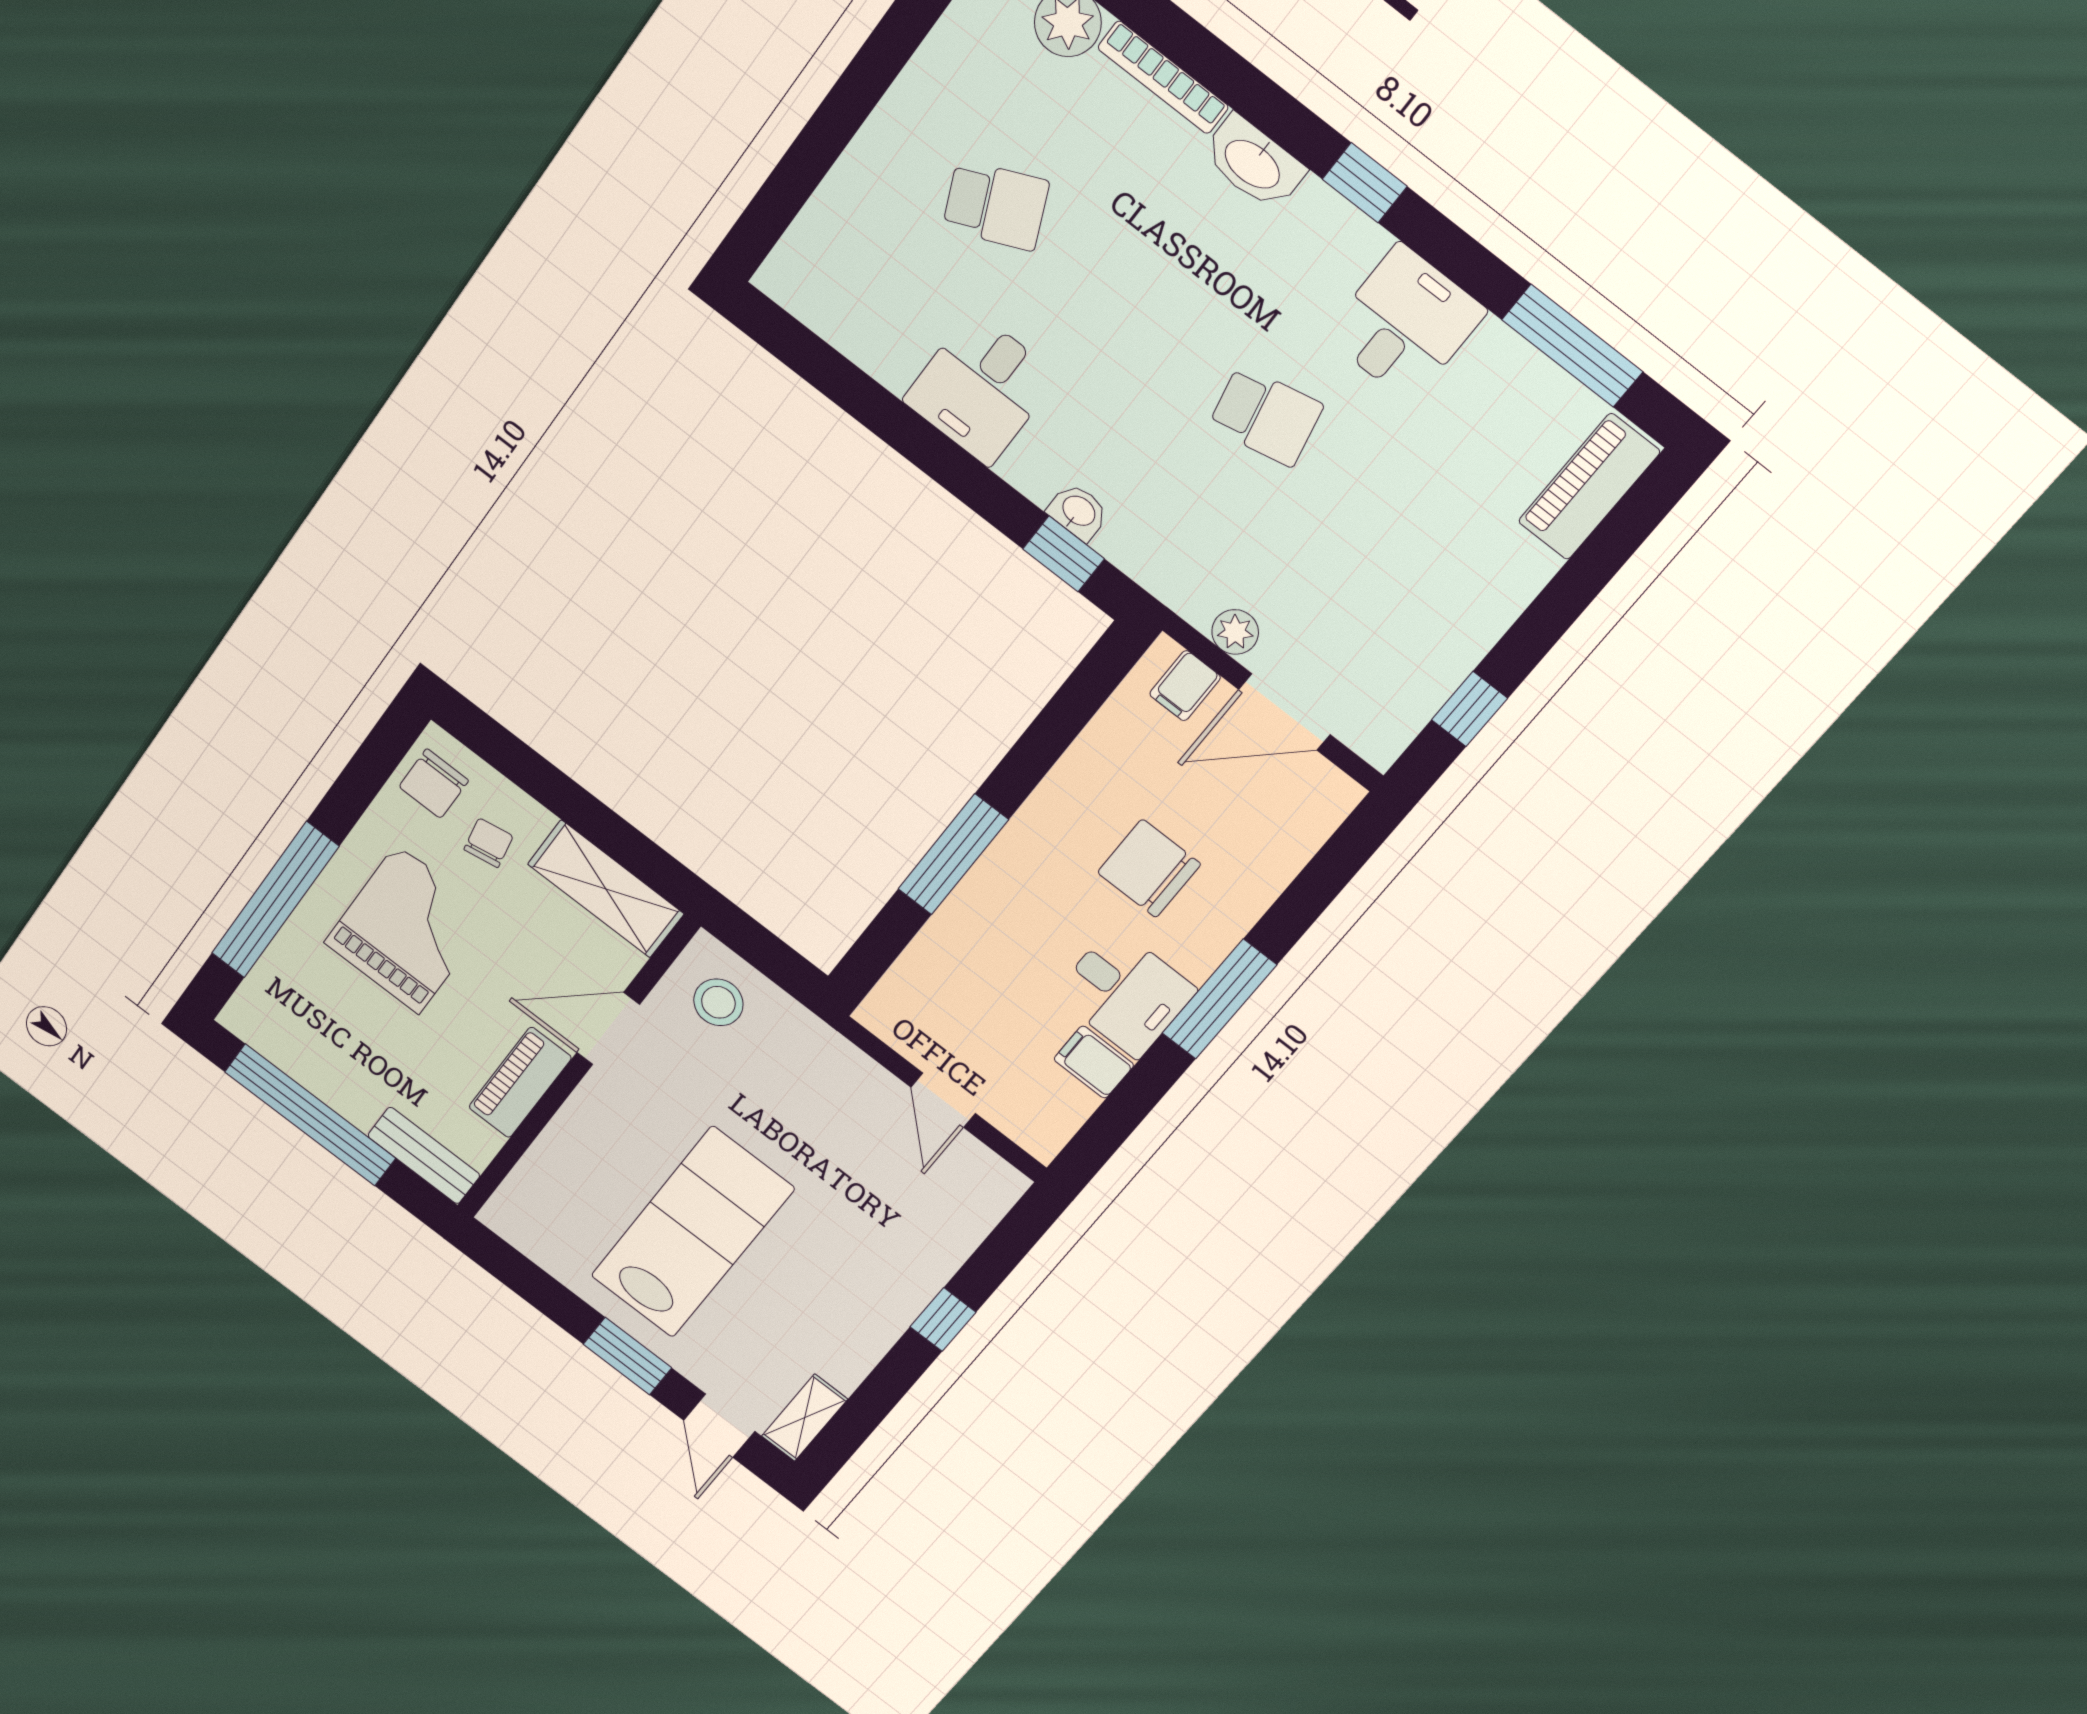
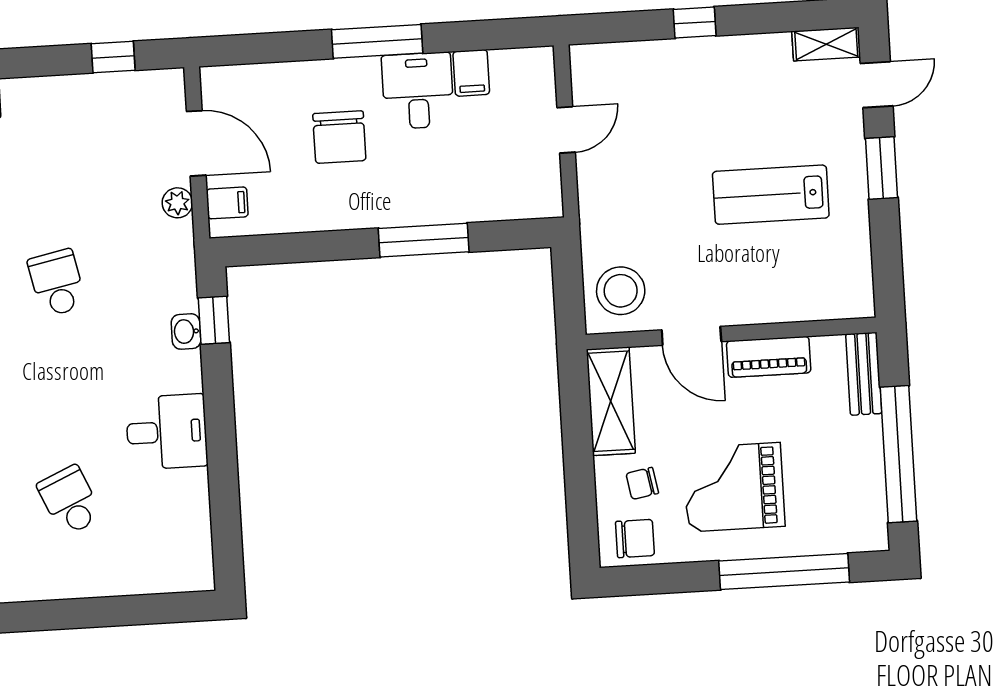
stool: (718, 1002) -> (621, 291), width x1.38, depth x1.38
lab bench: (692, 1232) -> (771, 195), width x0.73, depth x0.72

